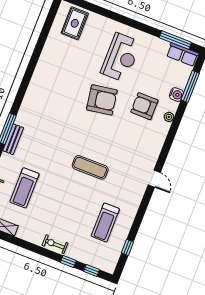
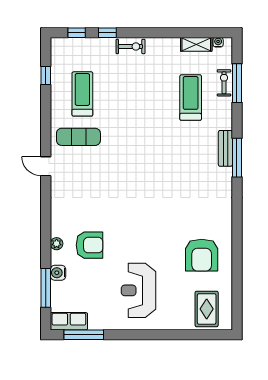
armchair: (102, 100) -> (202, 255), moved, turned -81
exercise mat: (90, 167) -> (78, 137), moved

